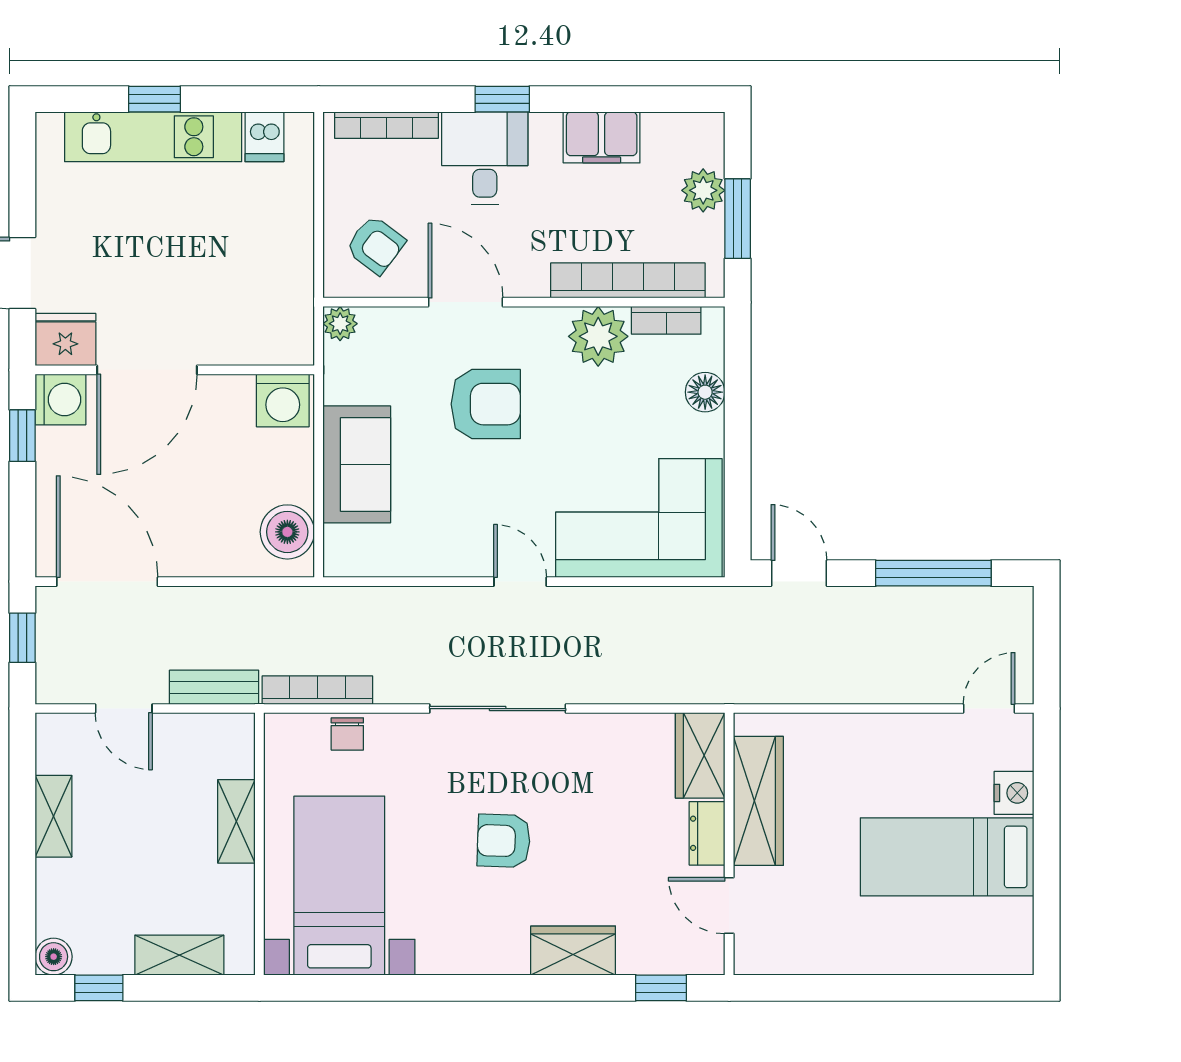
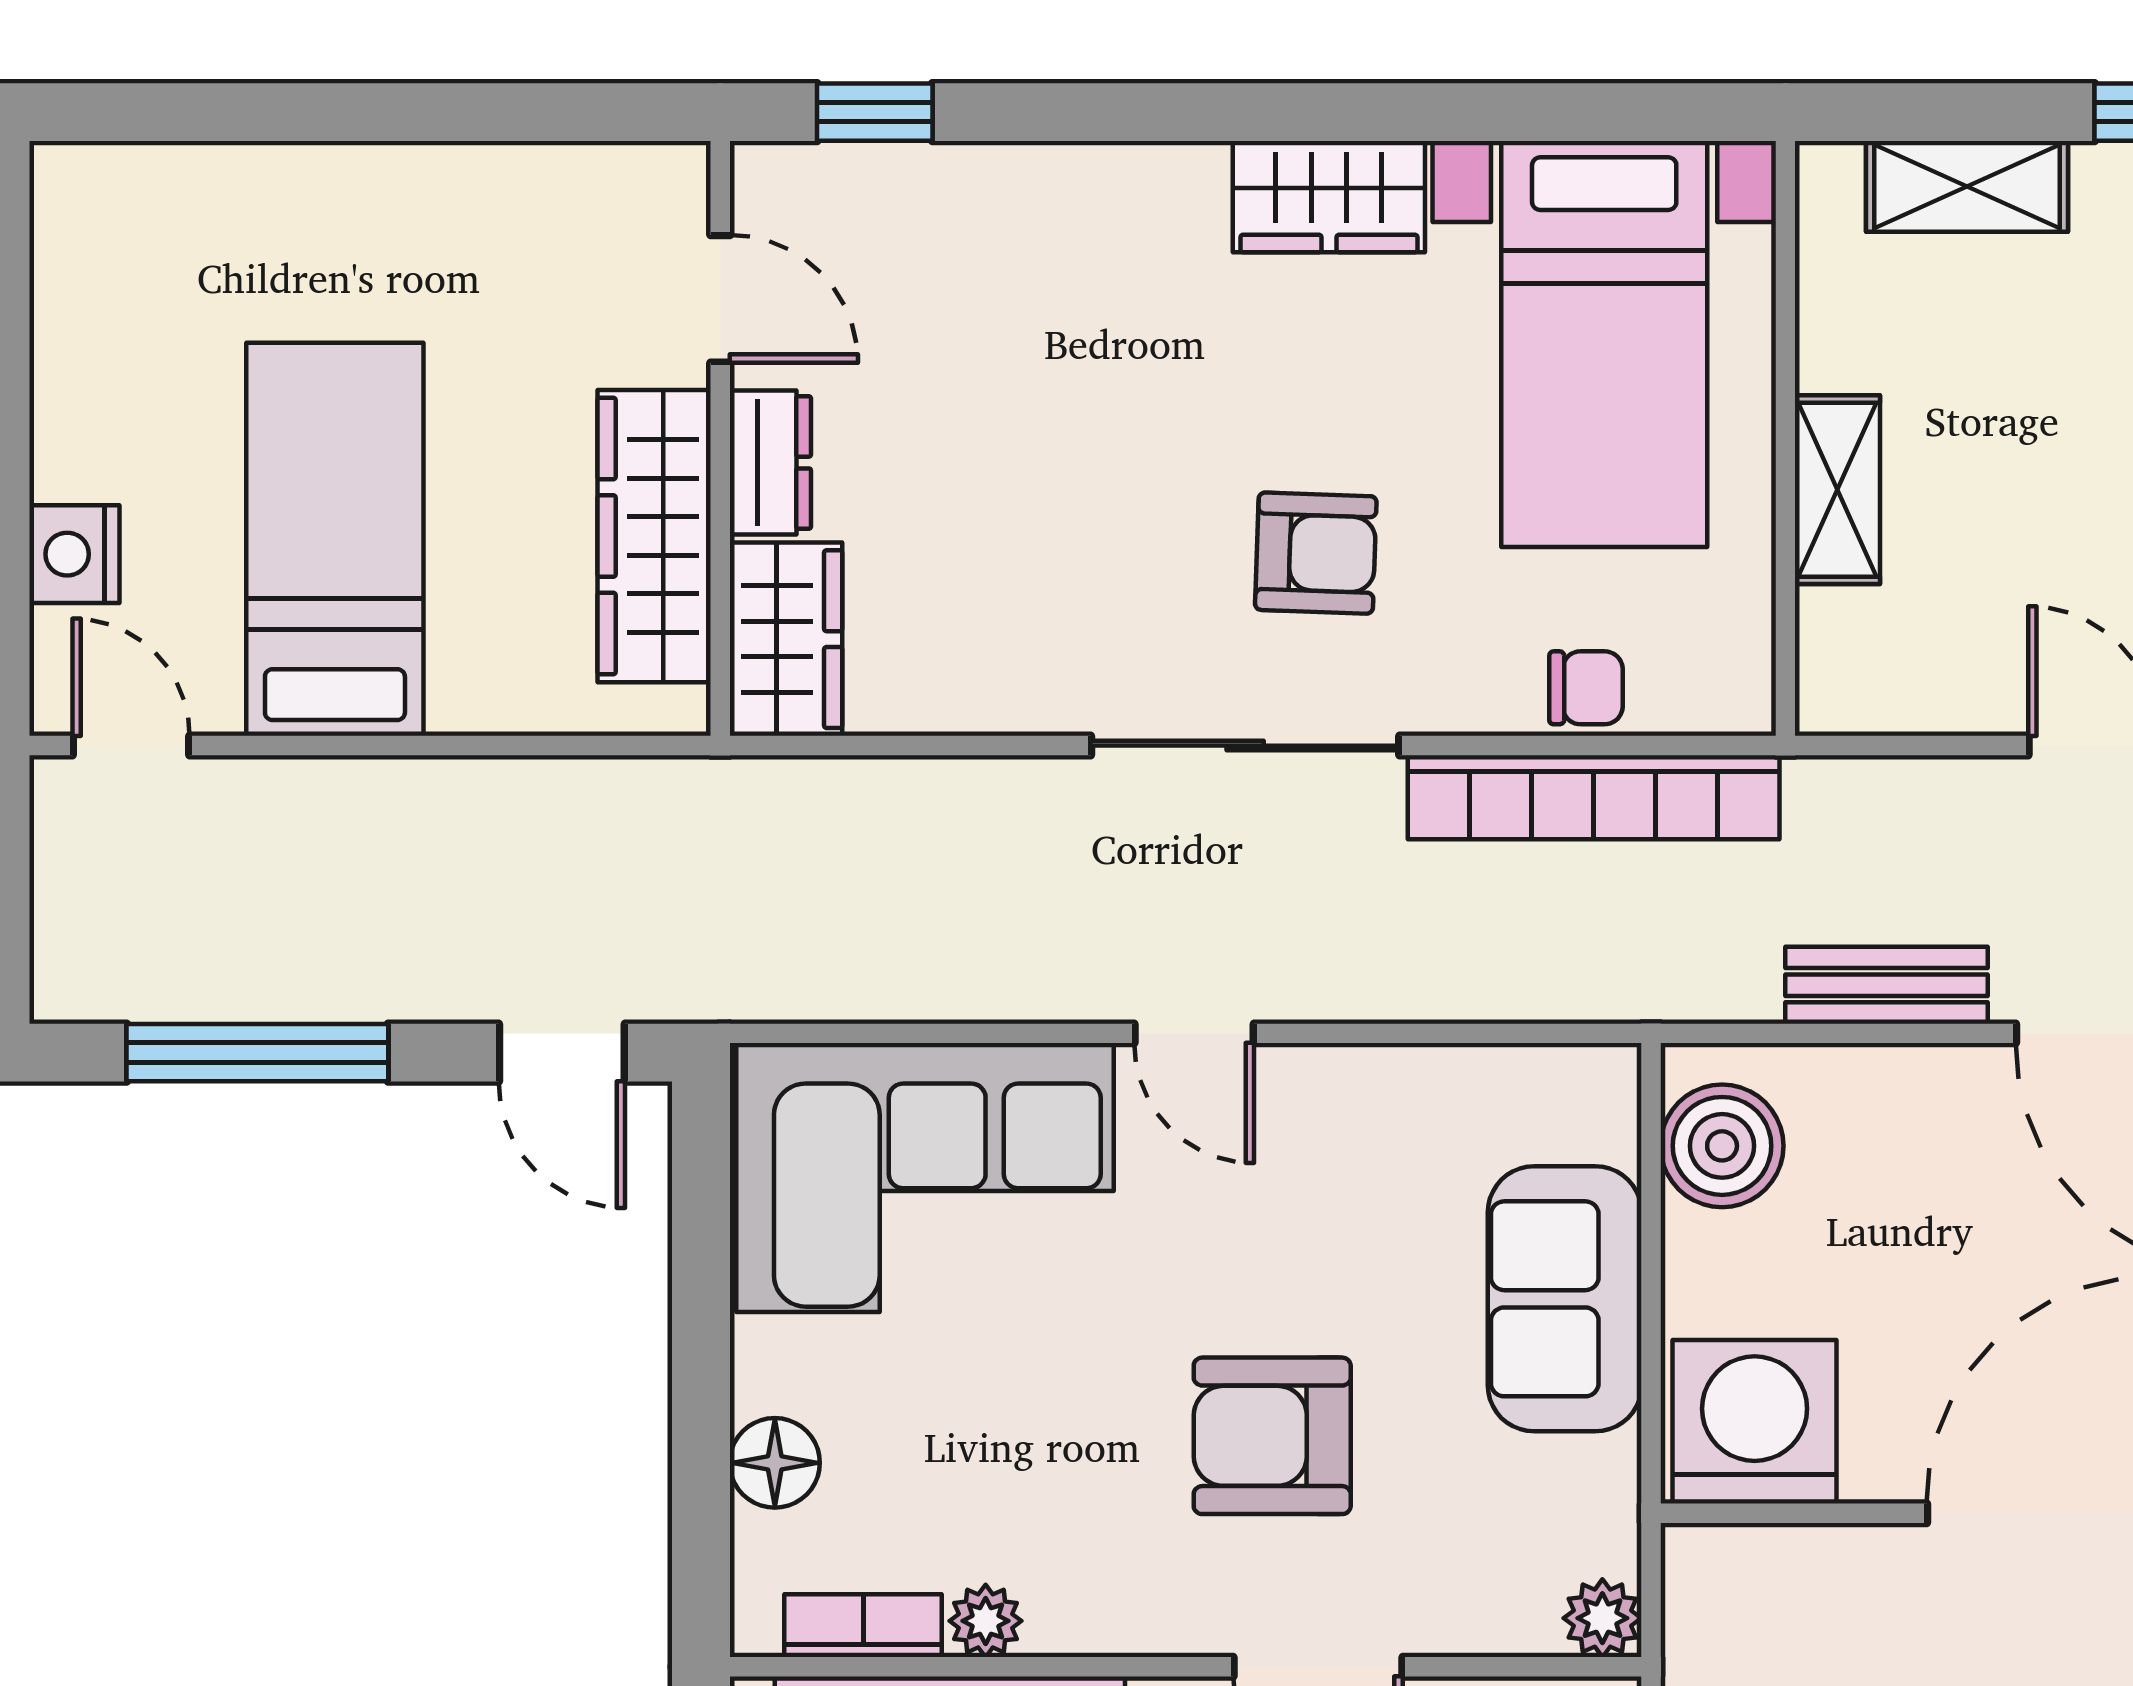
plant: (598, 336) -> (986, 1621), width x0.53, depth x0.53
washing machine: (283, 401) -> (1755, 1422), width x1.37, depth x1.37
bench: (214, 687) -> (1886, 985), moved
bookcase: (317, 690) -> (1594, 797), width x1.48, depth x1.31
door: (989, 709) -> (131, 746), swing flipped
chair: (347, 734) -> (1586, 688), turned 90
armchair: (504, 841) -> (1316, 553), moved
bed: (947, 857) -> (335, 539), moved, turned -90
wardrobe: (573, 951) -> (1329, 197), moved

